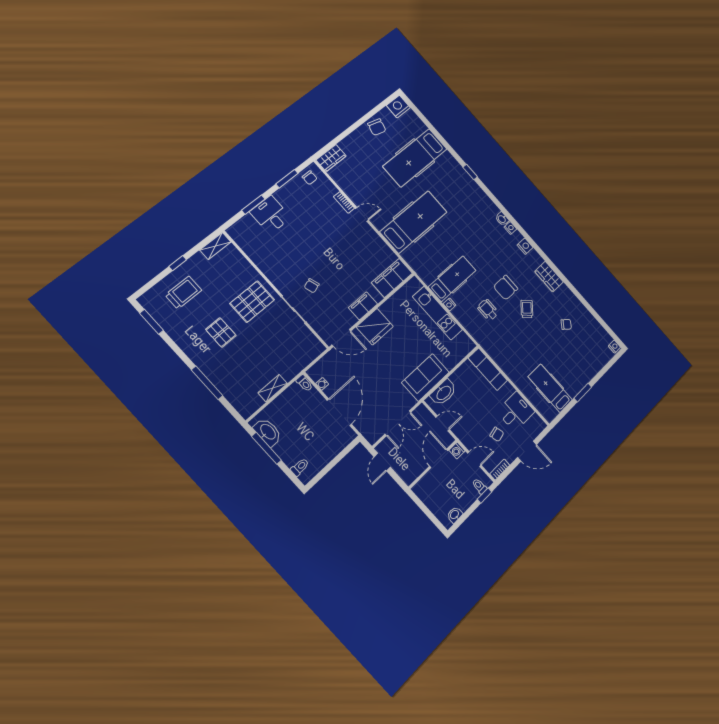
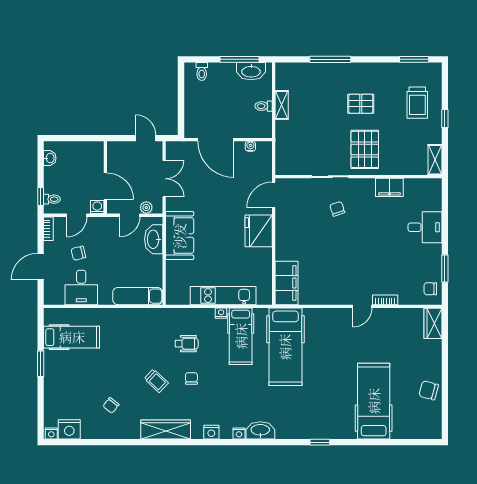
nightstand: (398, 107) -> (69, 429), moved, turned 90
window: (253, 205) -> (445, 221), removed
washbasin: (502, 219) -> (260, 430), width x1.91, depth x1.45
hospital bed: (414, 222) -> (285, 347), moved
wardrobe: (549, 277) -> (166, 429), width x1.50
chair: (506, 288) -> (191, 378), width x0.54, depth x0.54
filing cabinet: (363, 306) -> (389, 187), moved, turned 90
toilet: (304, 383) -> (264, 106), moved
plant: (428, 417) -> (146, 208), added
double door: (398, 423) -> (164, 179), swing flipped

